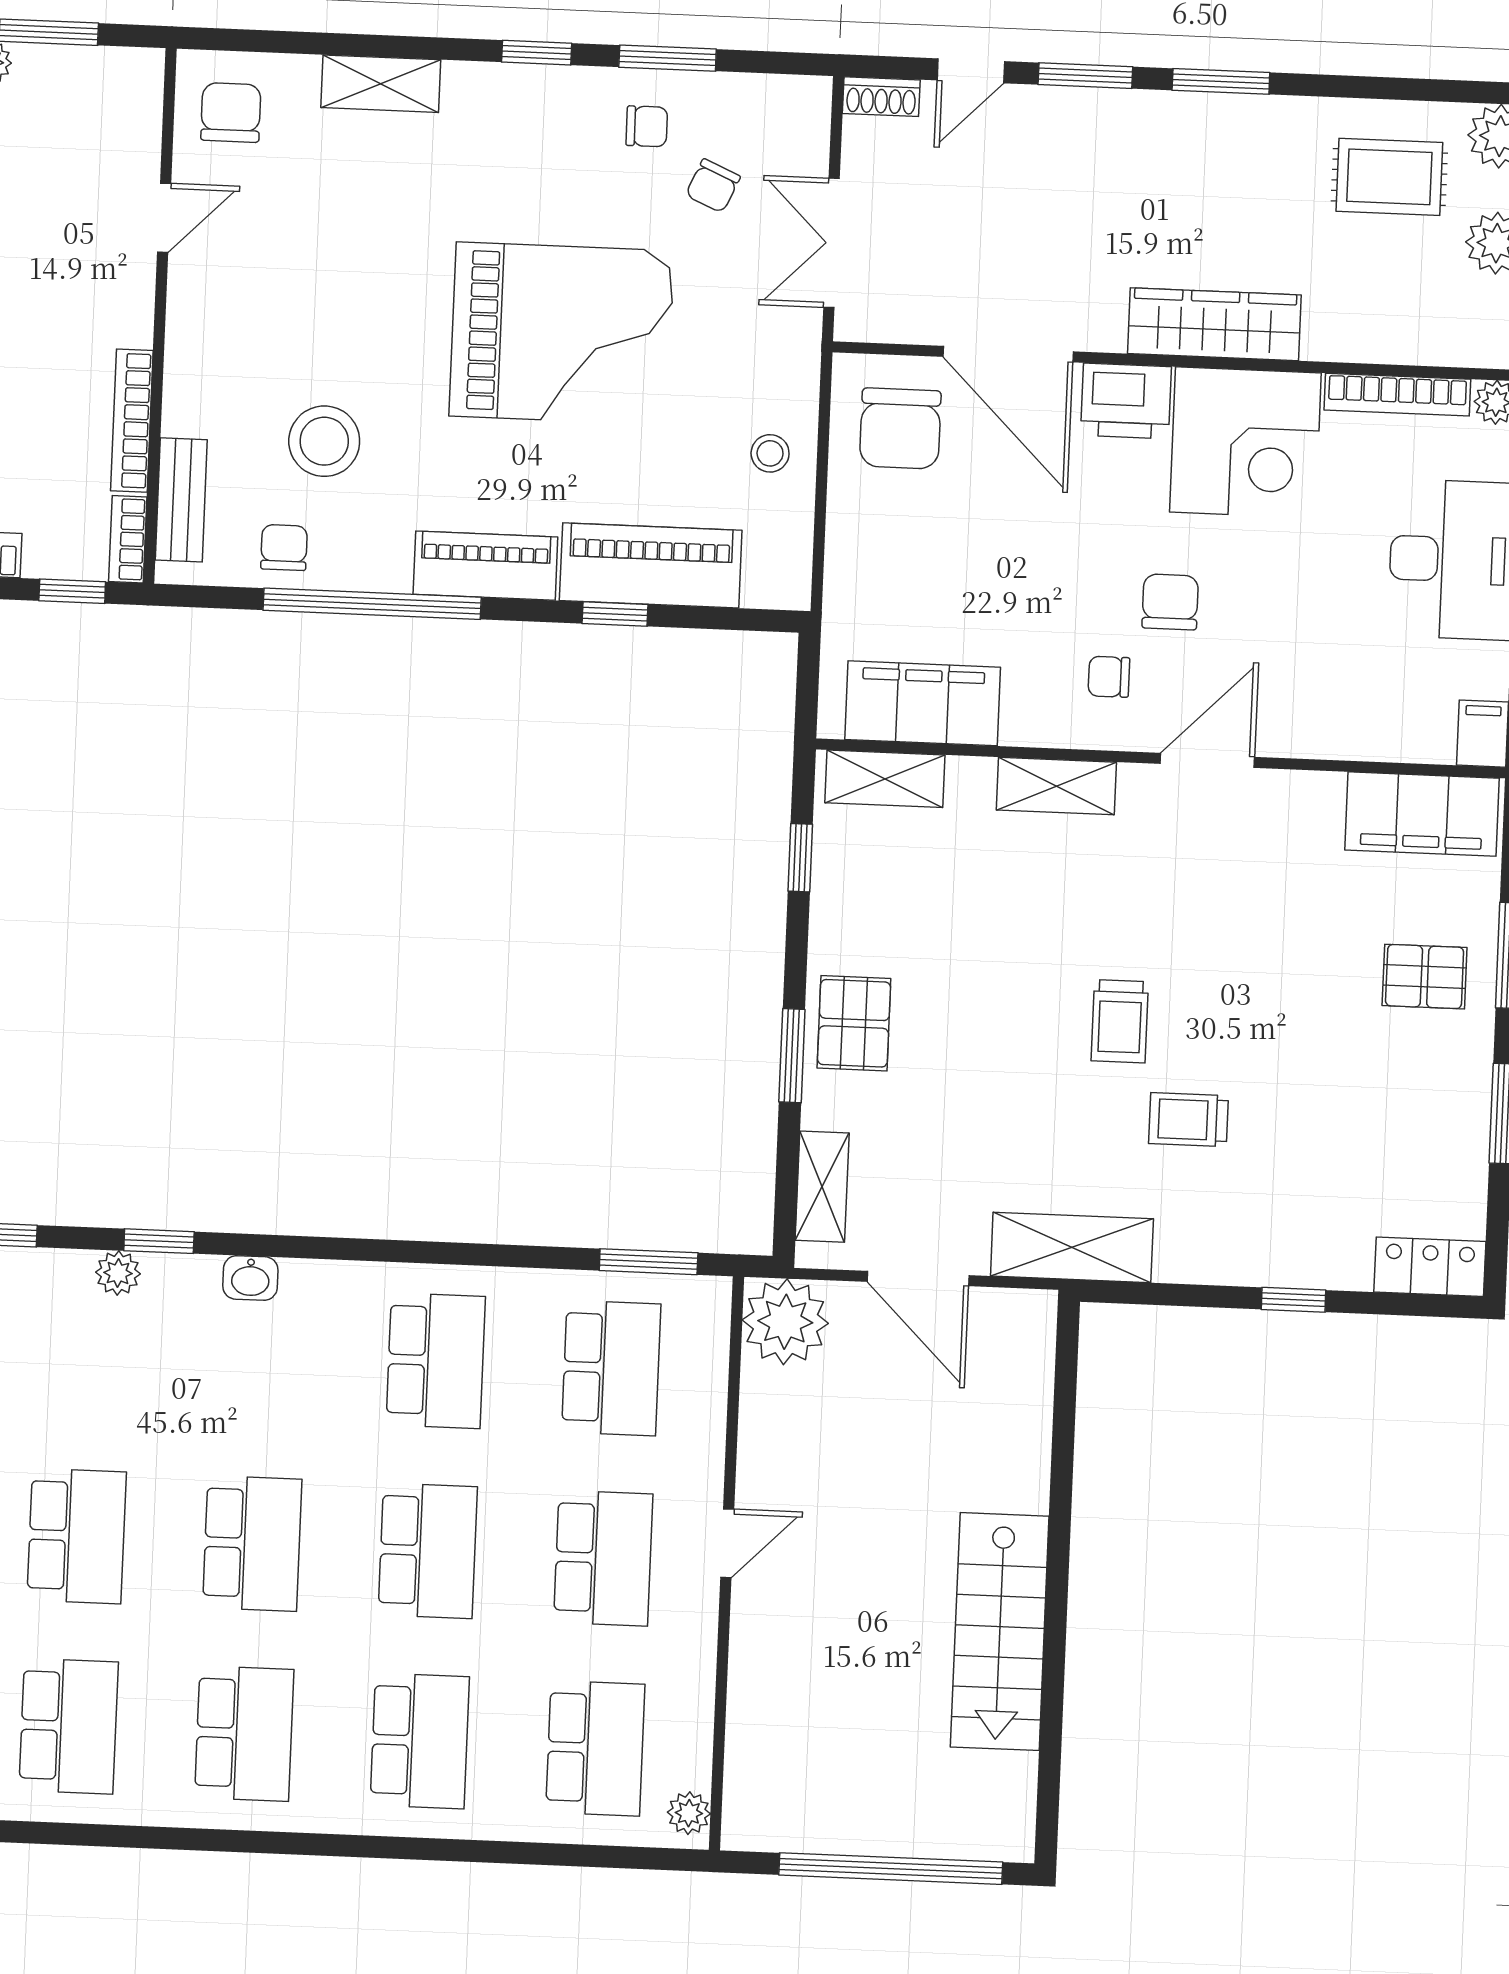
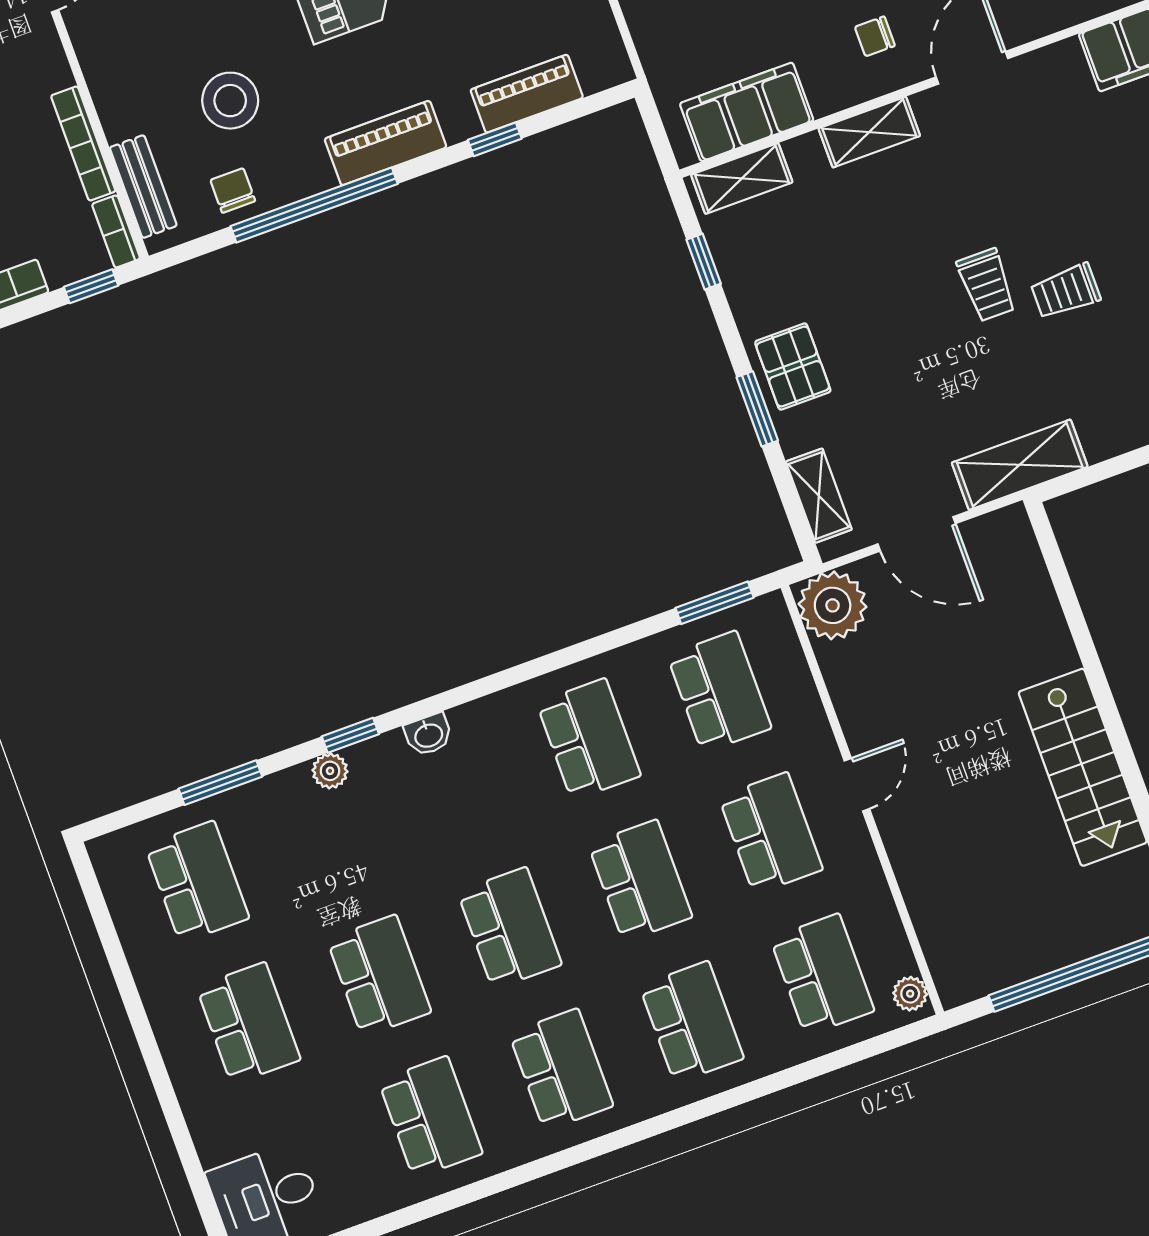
piano: (651, 565) -> (527, 94), width x0.73, depth x0.75
trolley: (1188, 1120) -> (1066, 291), moved

